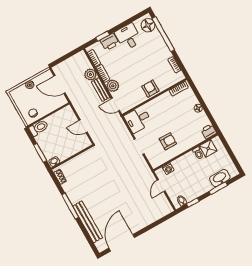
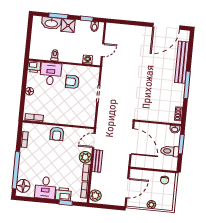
plant: (90, 75) -> (95, 196), moved
door: (60, 84) -> (127, 188), hinge flipped
door: (115, 105) -> (94, 140), swing flipped
desk: (138, 120) -> (51, 74), moved, turned -90
door: (83, 126) -> (132, 141), width x1.88
toilet: (39, 128) -> (170, 151), moved
shower: (208, 148) -> (68, 25), moved

